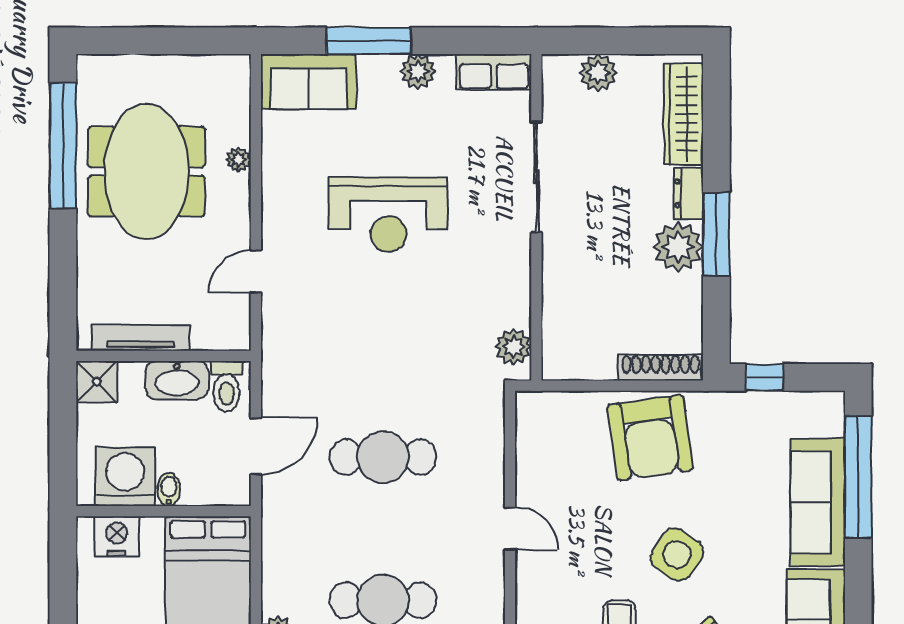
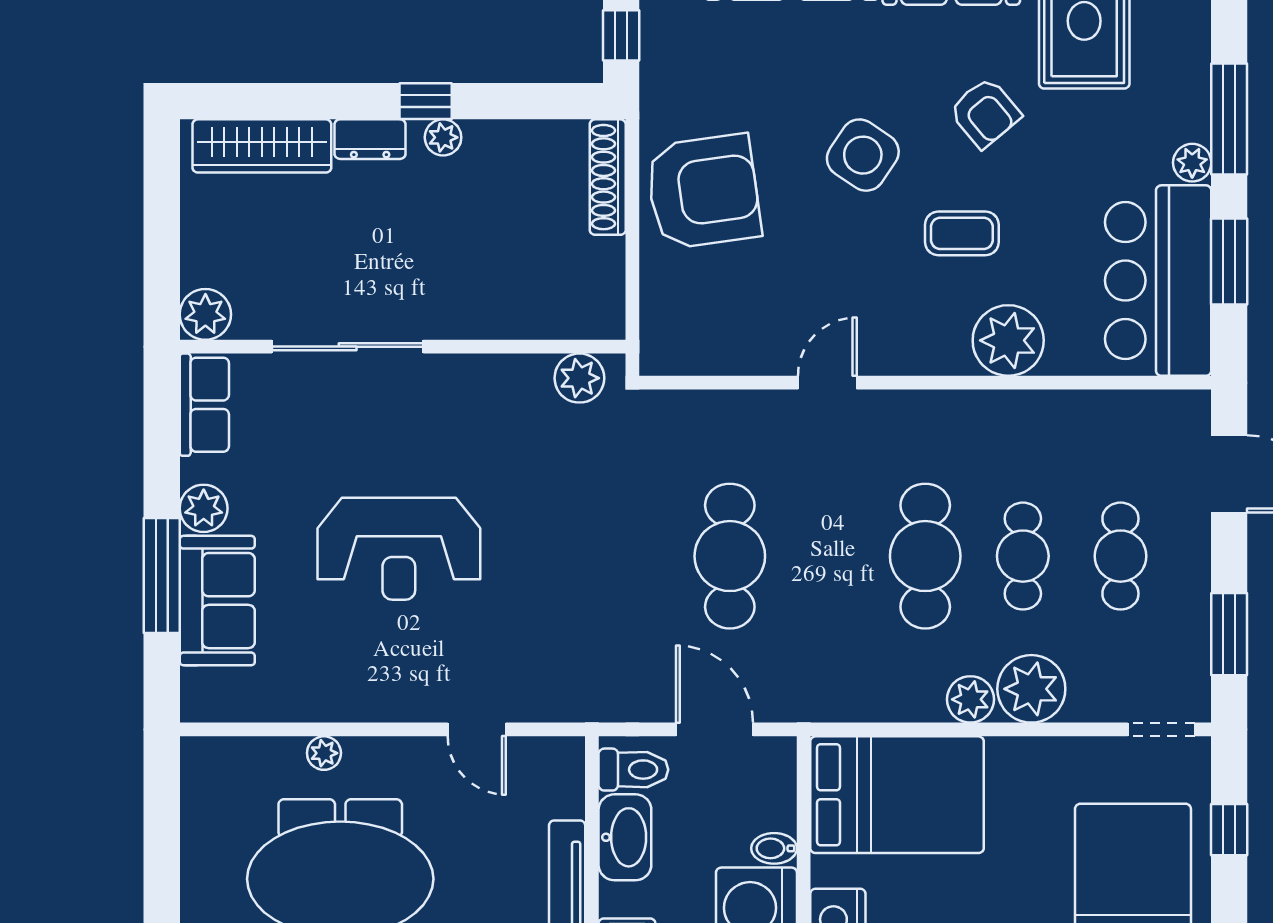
plant: (598, 73) -> (205, 314), moved
sofa: (308, 81) -> (217, 601), moved
reception desk: (388, 214) -> (399, 549), turned 90
window: (716, 234) -> (426, 101), width x0.46
plant: (678, 247) -> (443, 137), width x0.53, depth x0.53

